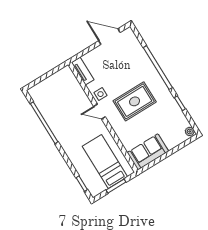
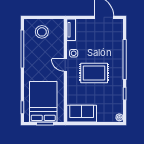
stool: (53, 92) -> (42, 32), added
bed: (105, 161) -> (43, 102), width x1.50

